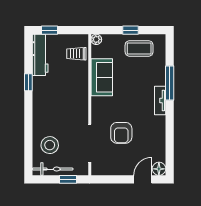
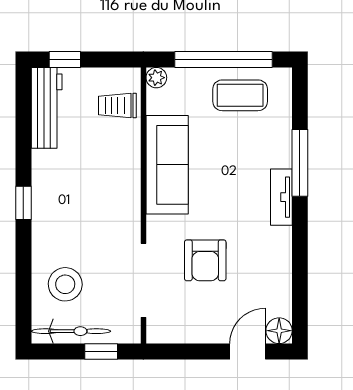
window: (131, 30) -> (223, 59), width x3.17
sofa: (102, 77) -> (167, 165), width x1.36
window: (28, 82) -> (23, 203), moved

